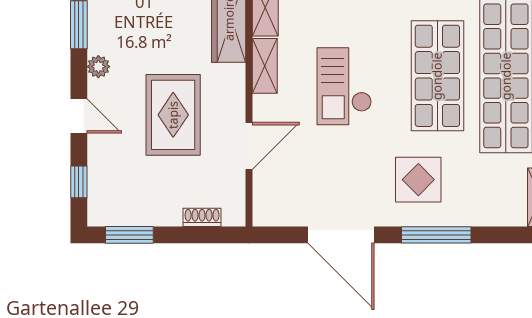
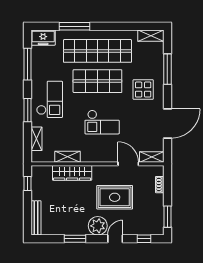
shelving: (265, 66) -> (152, 157), moved
plant: (98, 67) -> (98, 226), width x1.87, depth x1.87
window: (436, 235) -> (167, 69), moved

